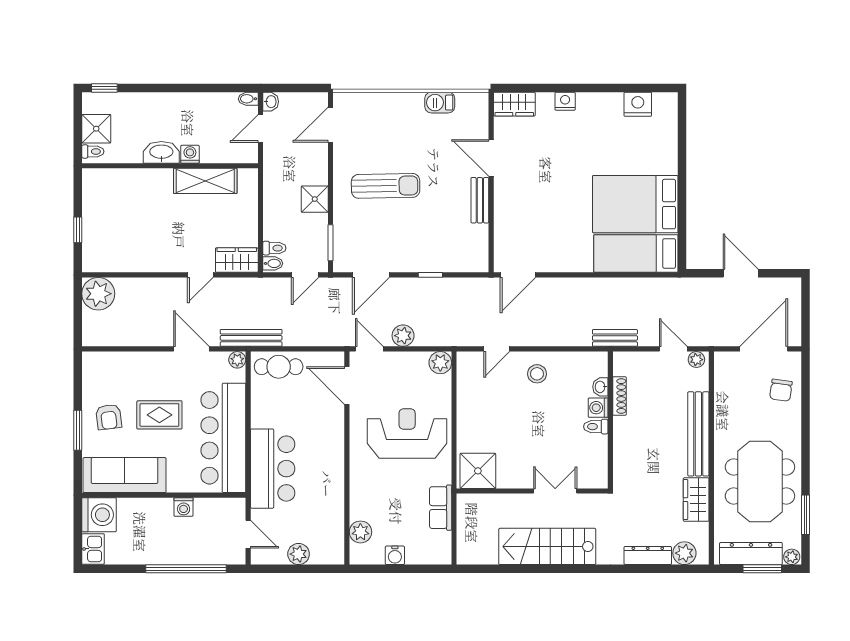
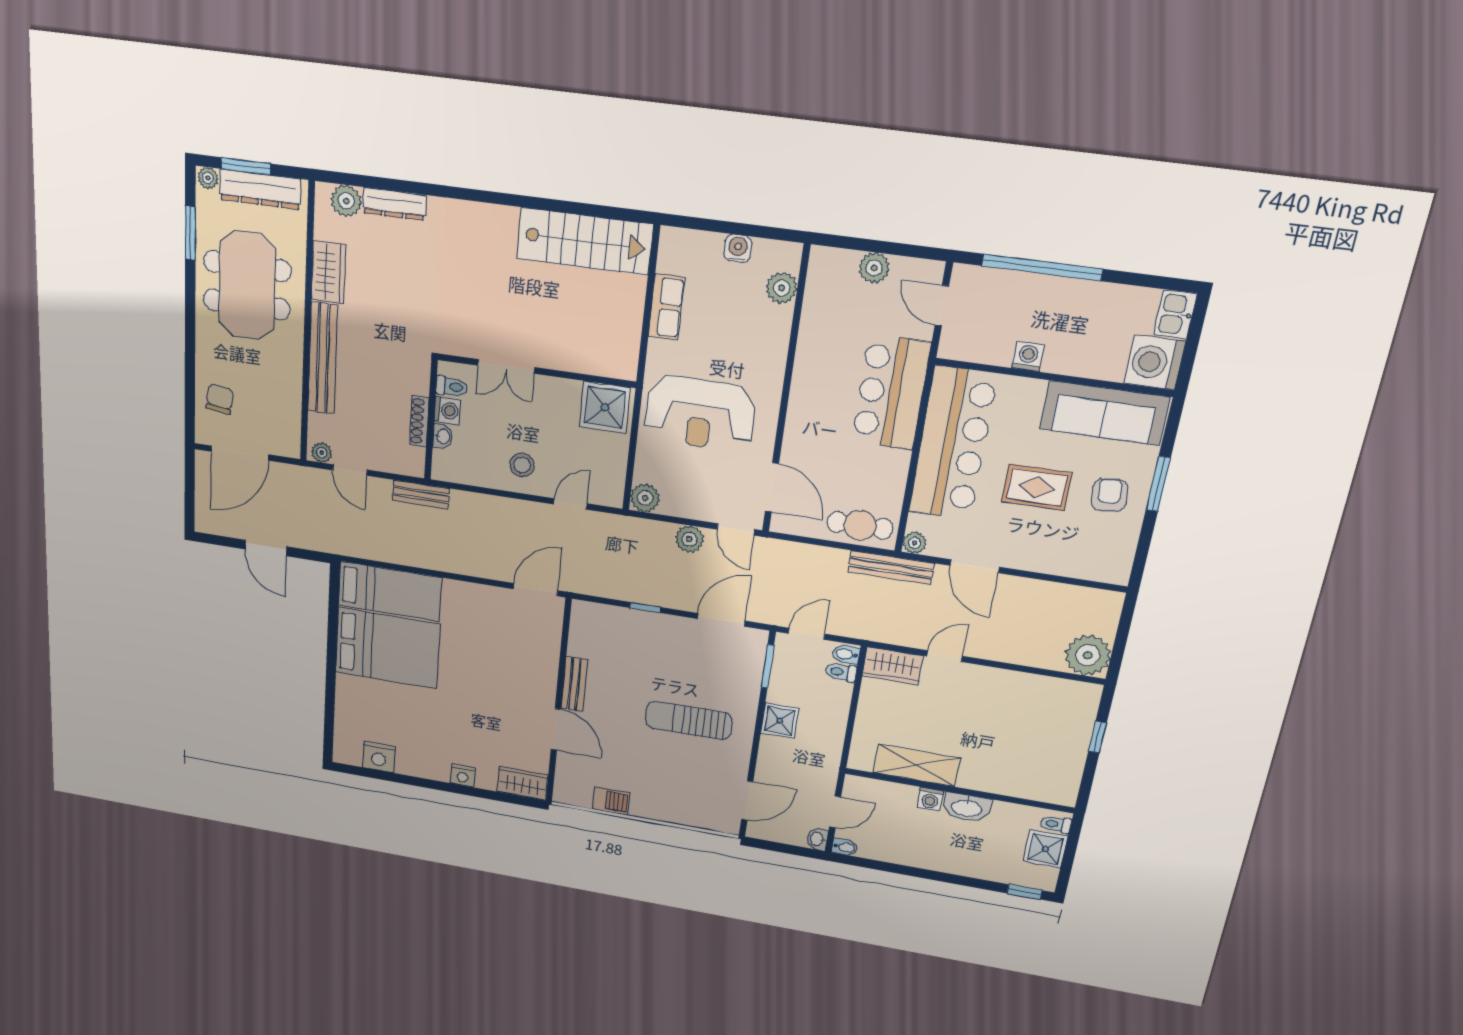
shower: (478, 471) -> (605, 407), moved
wall: (532, 491) -> (536, 371), moved
double door: (555, 491) -> (506, 366), moved
stairs: (547, 546) -> (585, 241), moved

